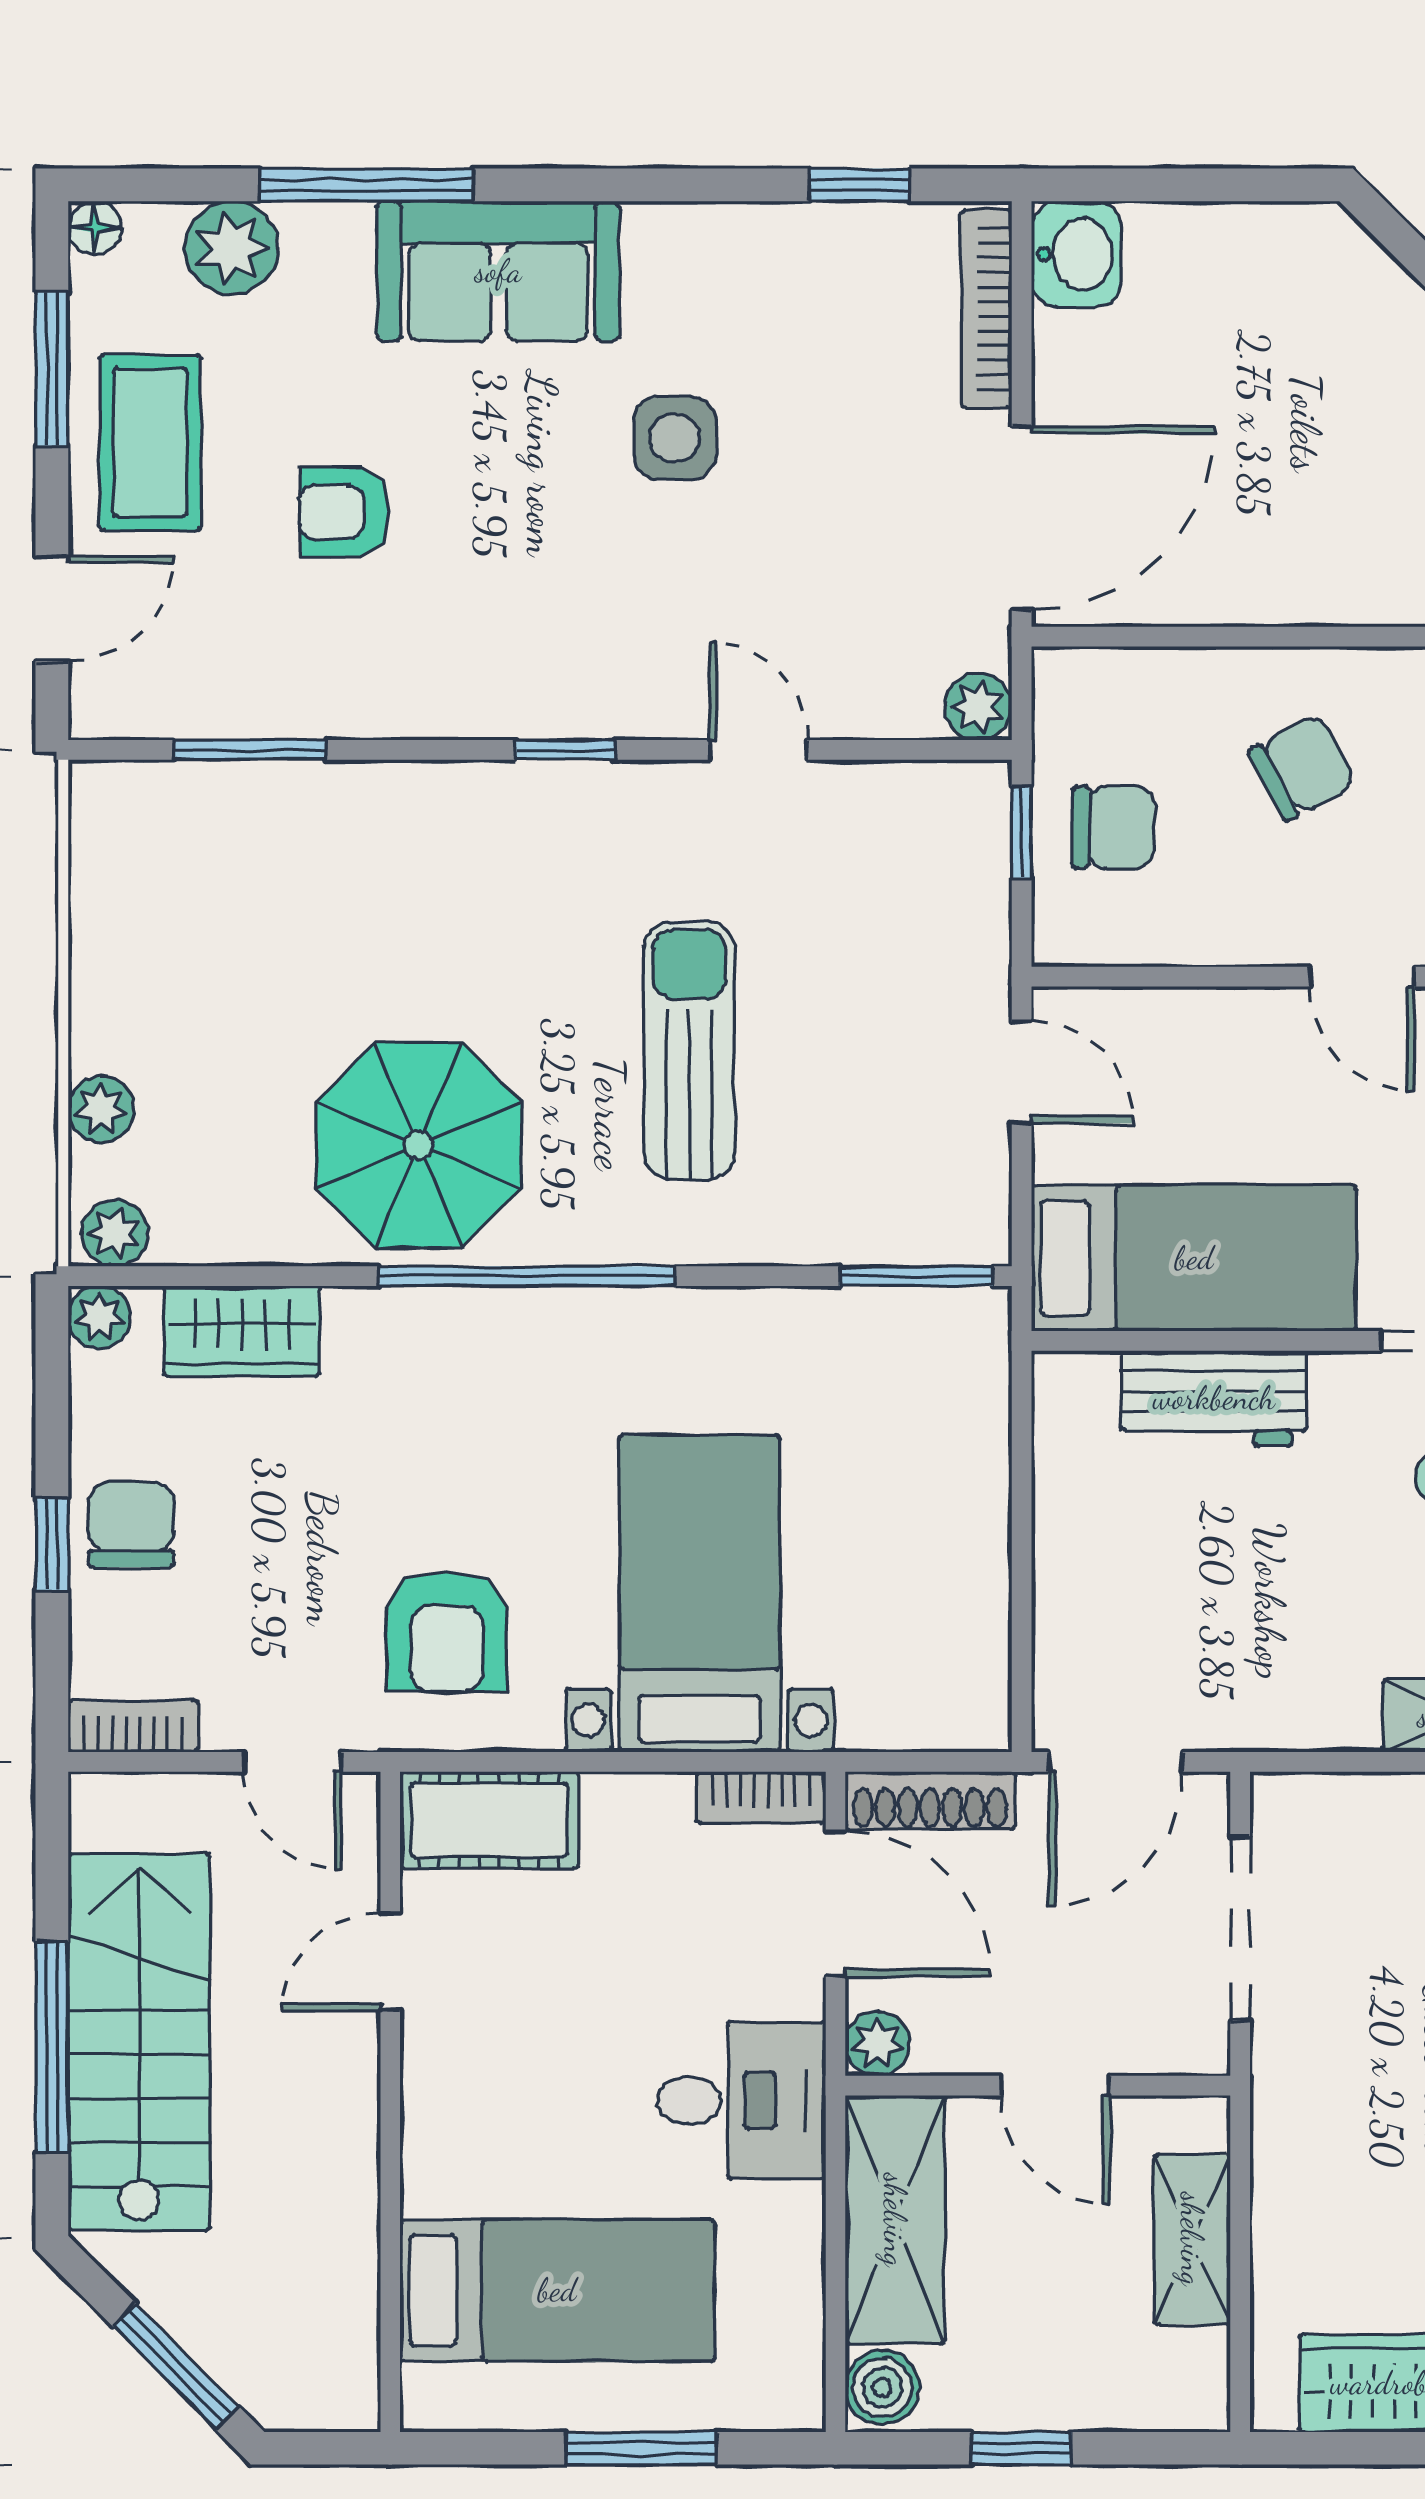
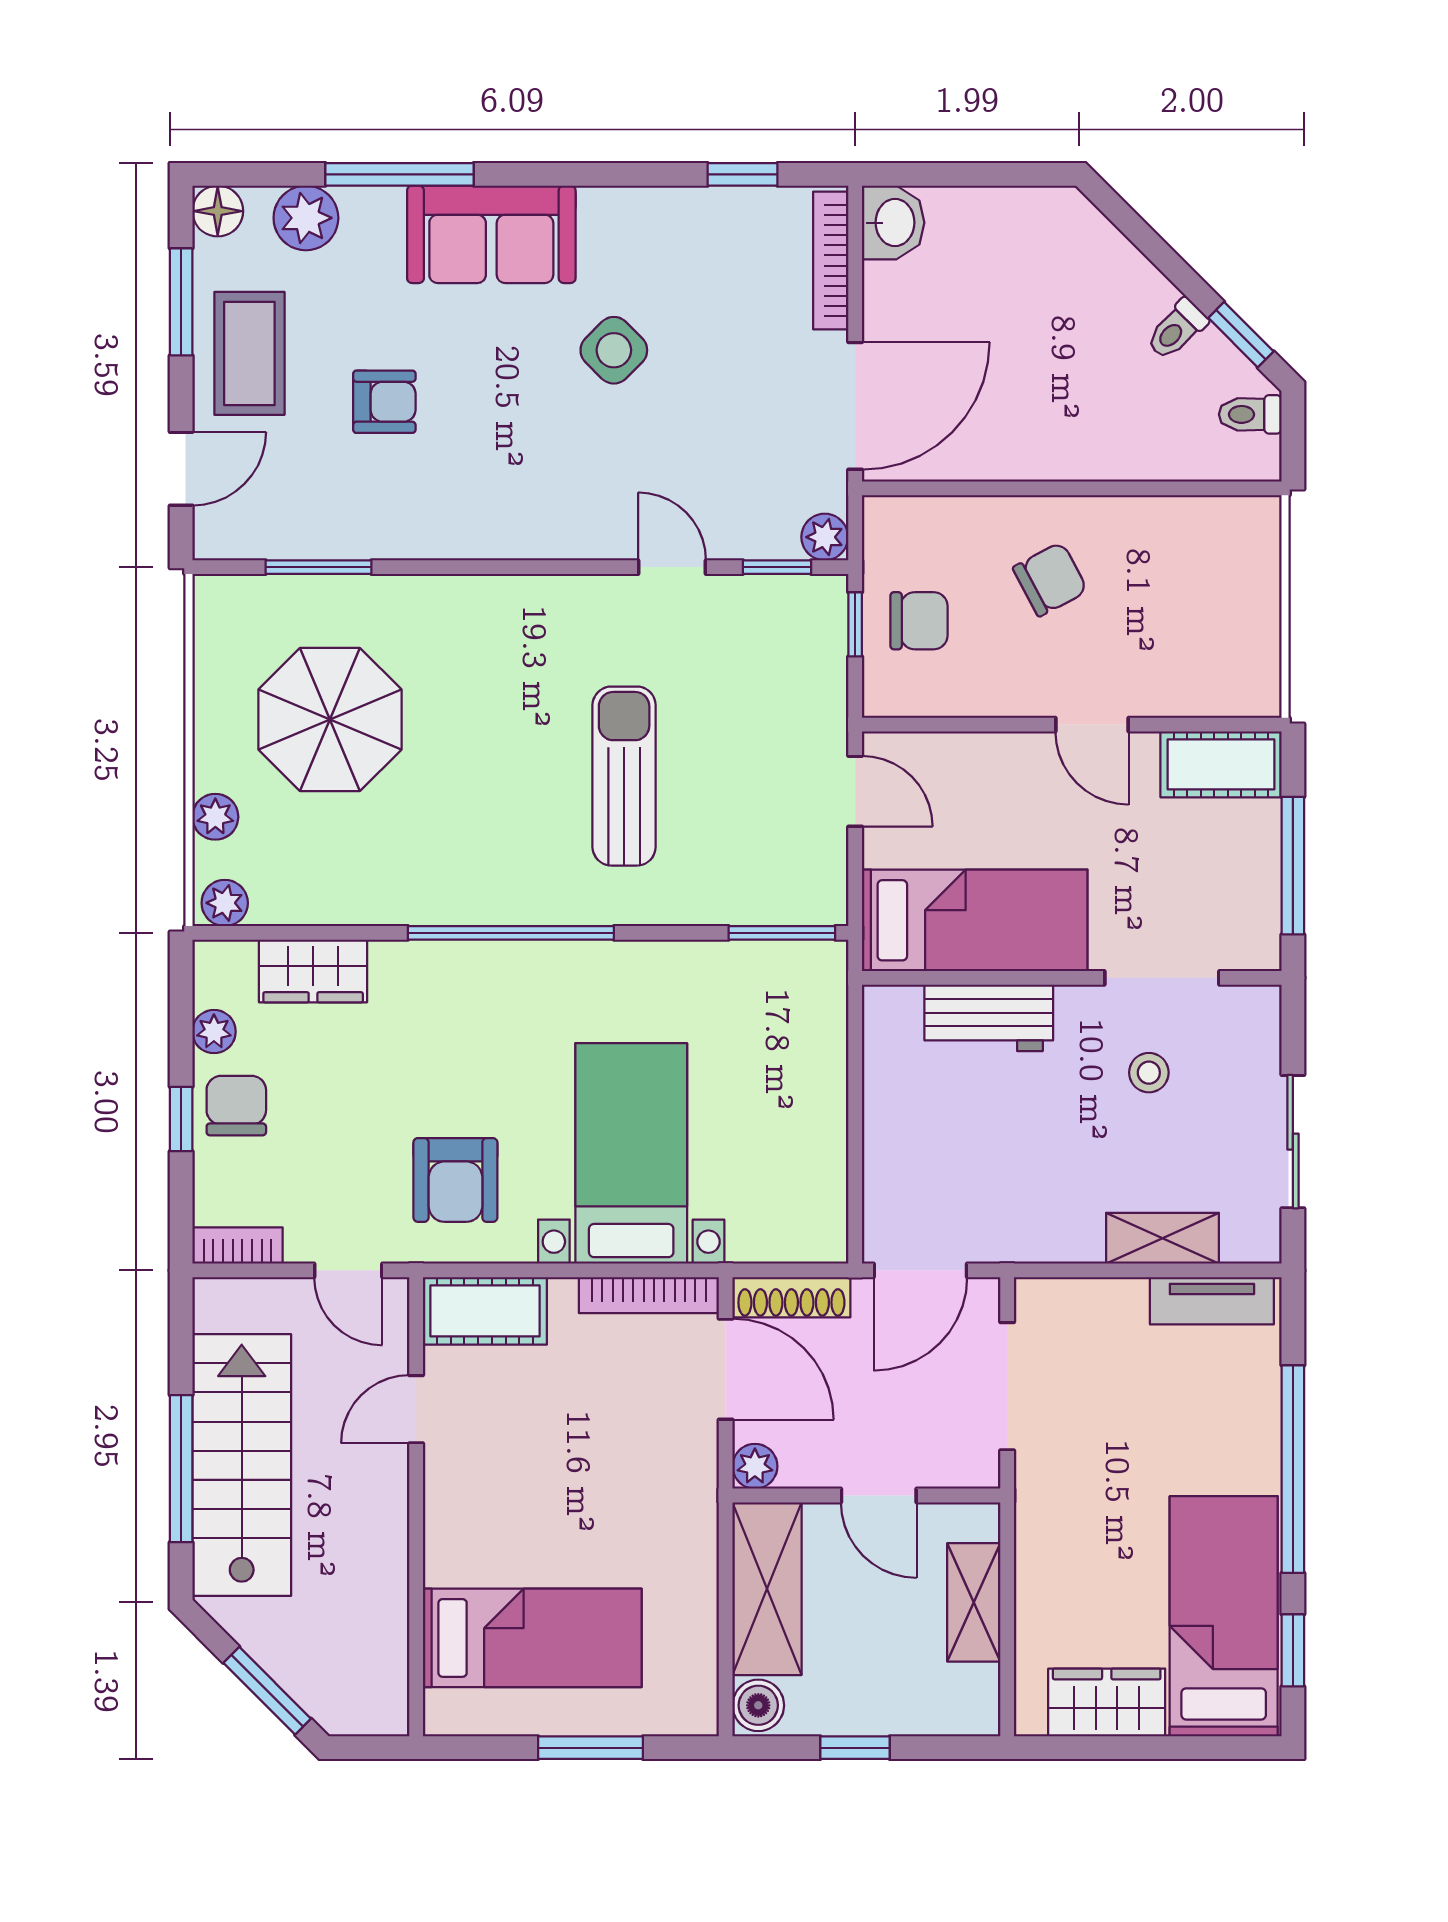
floor lamp: (95, 228) -> (218, 211), width x1.37, depth x1.37
side table: (675, 438) -> (614, 350), turned 45
armchair: (344, 512) -> (384, 402), turned 180
window: (565, 750) -> (777, 567), moved
parasol: (418, 1145) -> (330, 719), moved
plant: (99, 1317) -> (214, 1032), moved
bookcase: (761, 1797) -> (649, 1295), width x1.56
desk: (741, 2100) -> (660, 1506), removed

